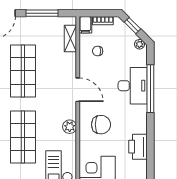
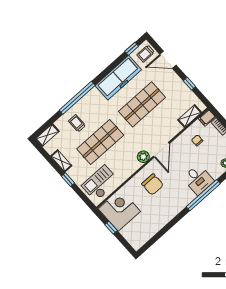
window: (42, 13) -> (189, 84), width x0.46
desk: (133, 86) -> (198, 179), width x0.73
plant: (70, 127) -> (143, 157), moved
printer: (138, 147) -> (160, 220), removed

